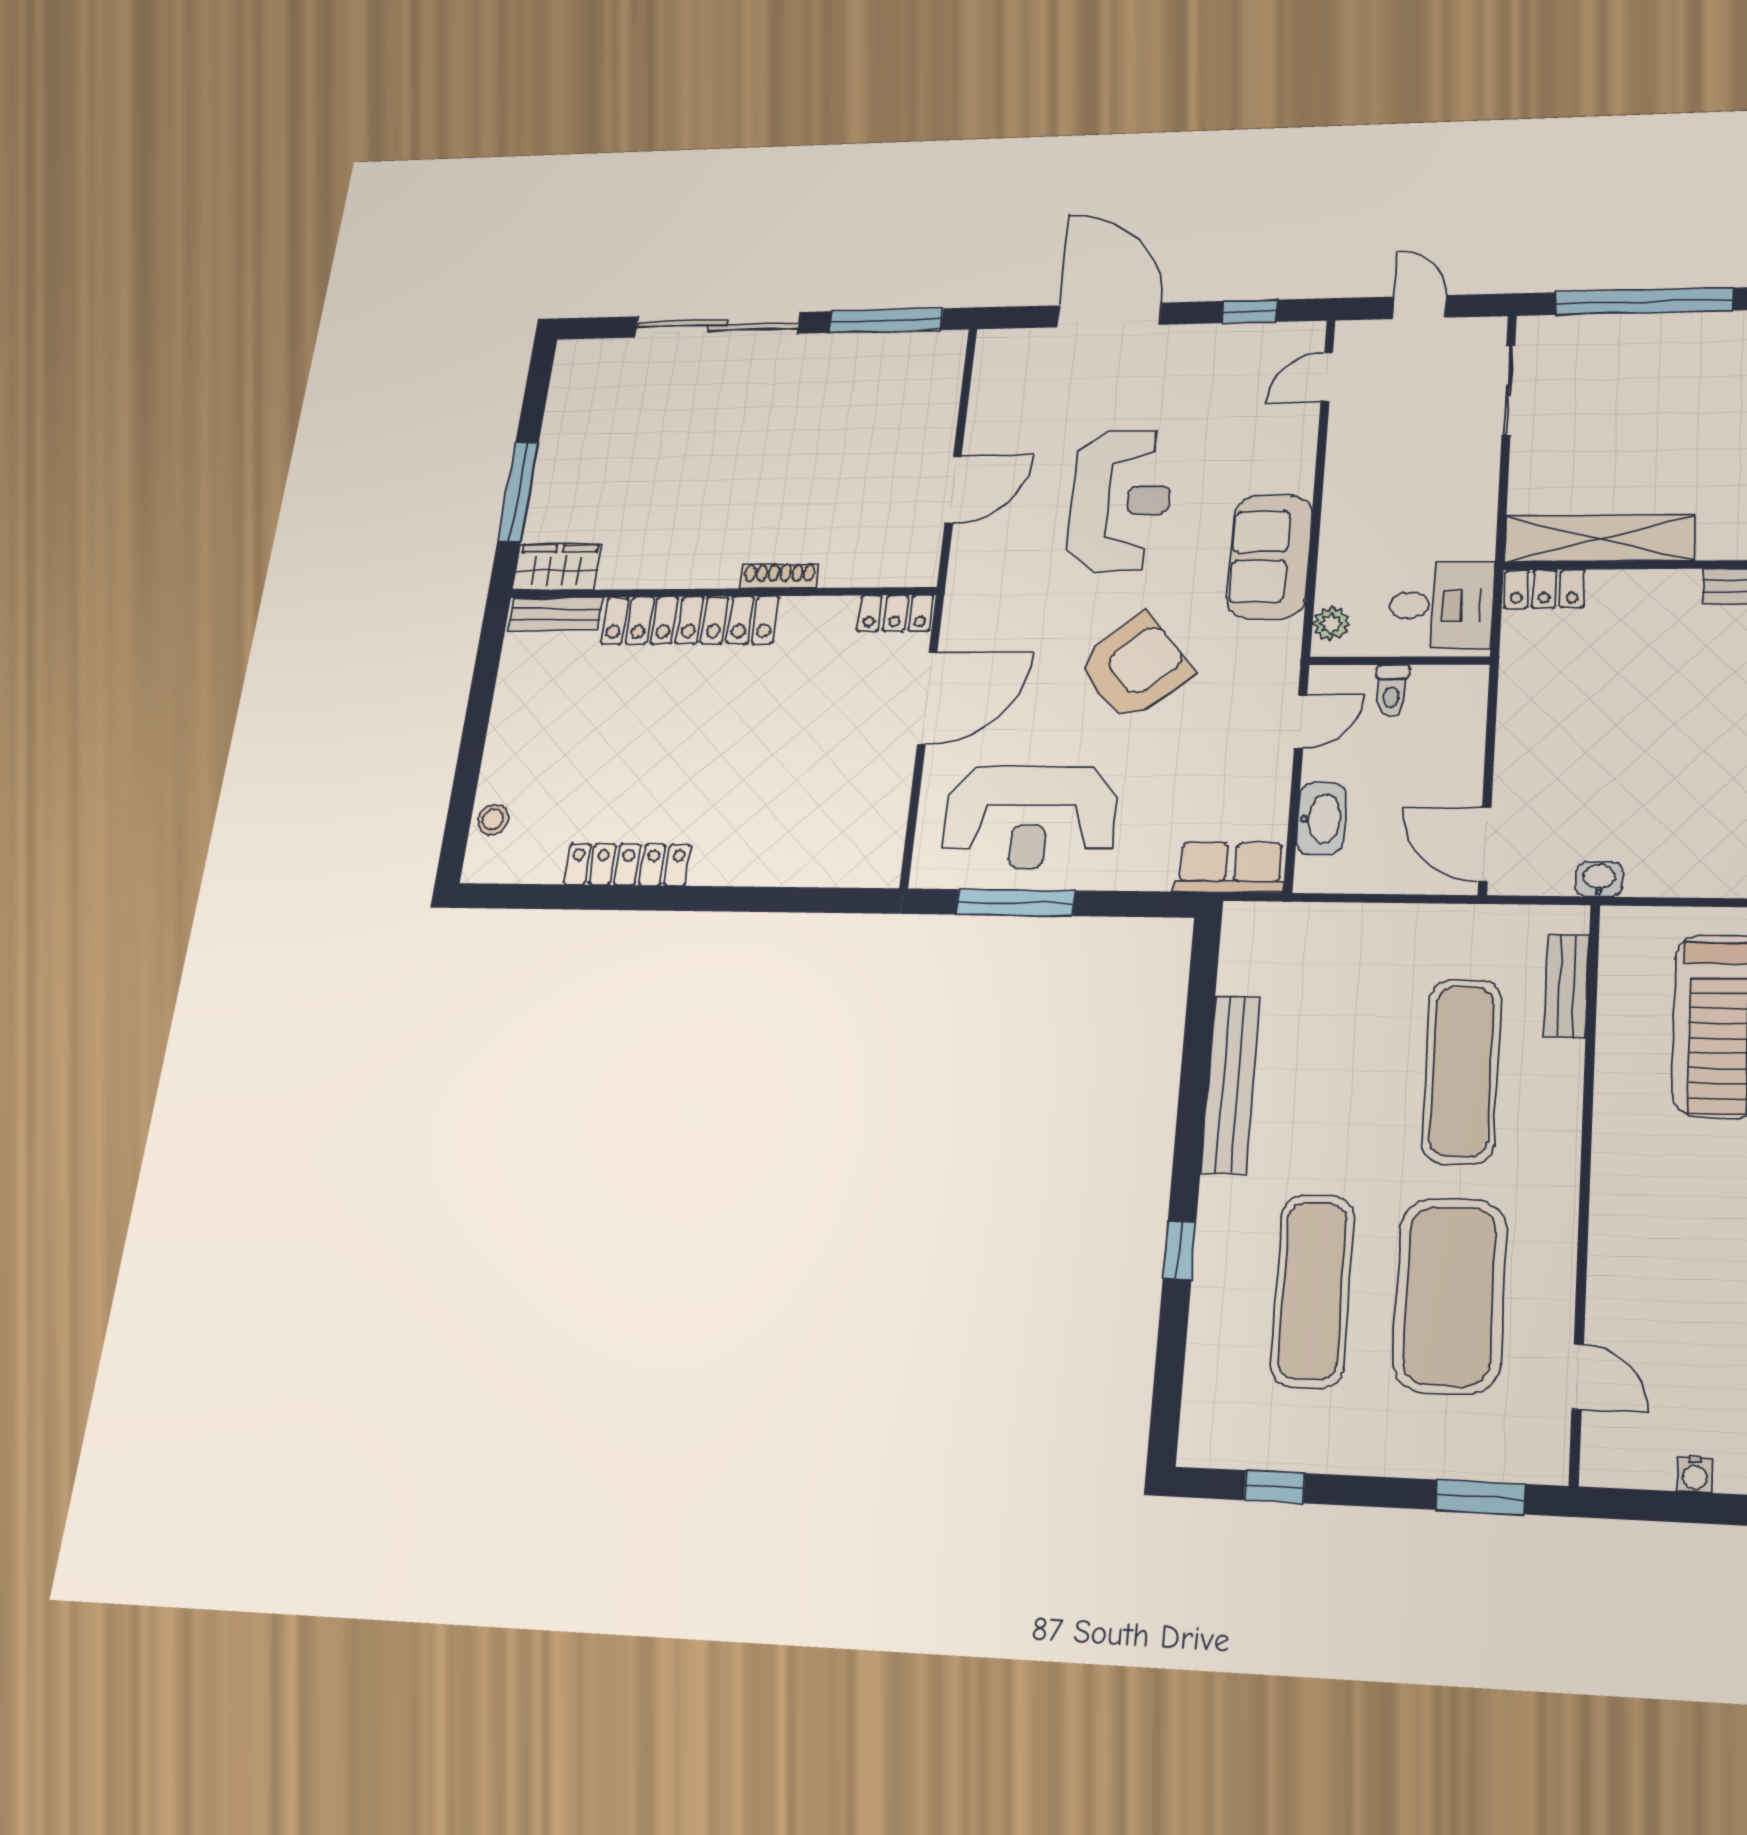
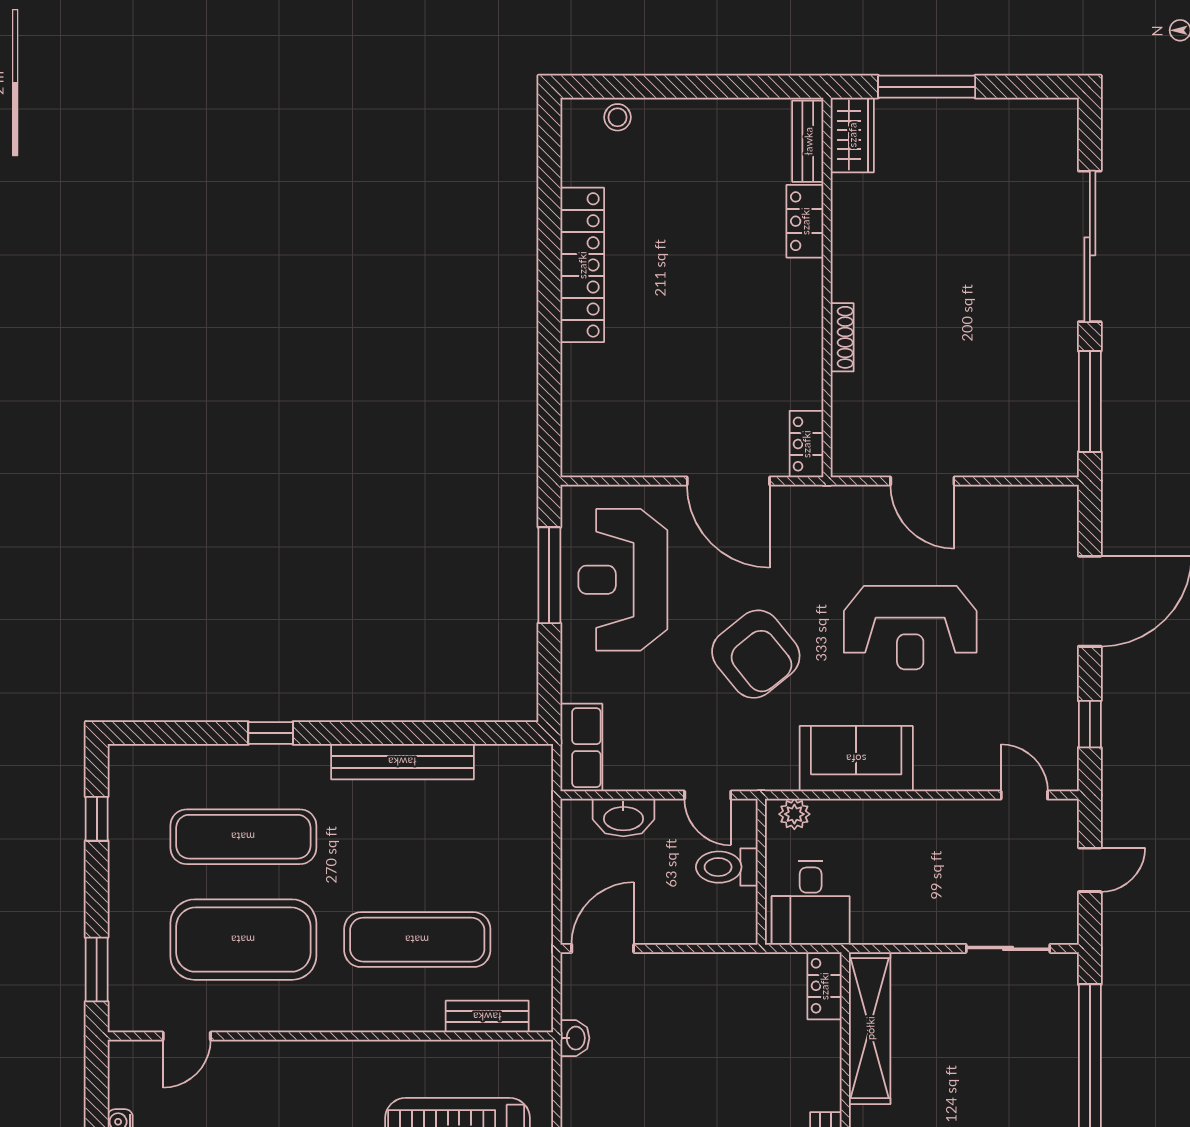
locker: (690, 620) -> (805, 221), width x0.46, depth x0.83
toilet: (1392, 690) -> (727, 867), width x1.37, depth x1.39
locker: (627, 865) -> (582, 265), width x1.41, depth x1.21

